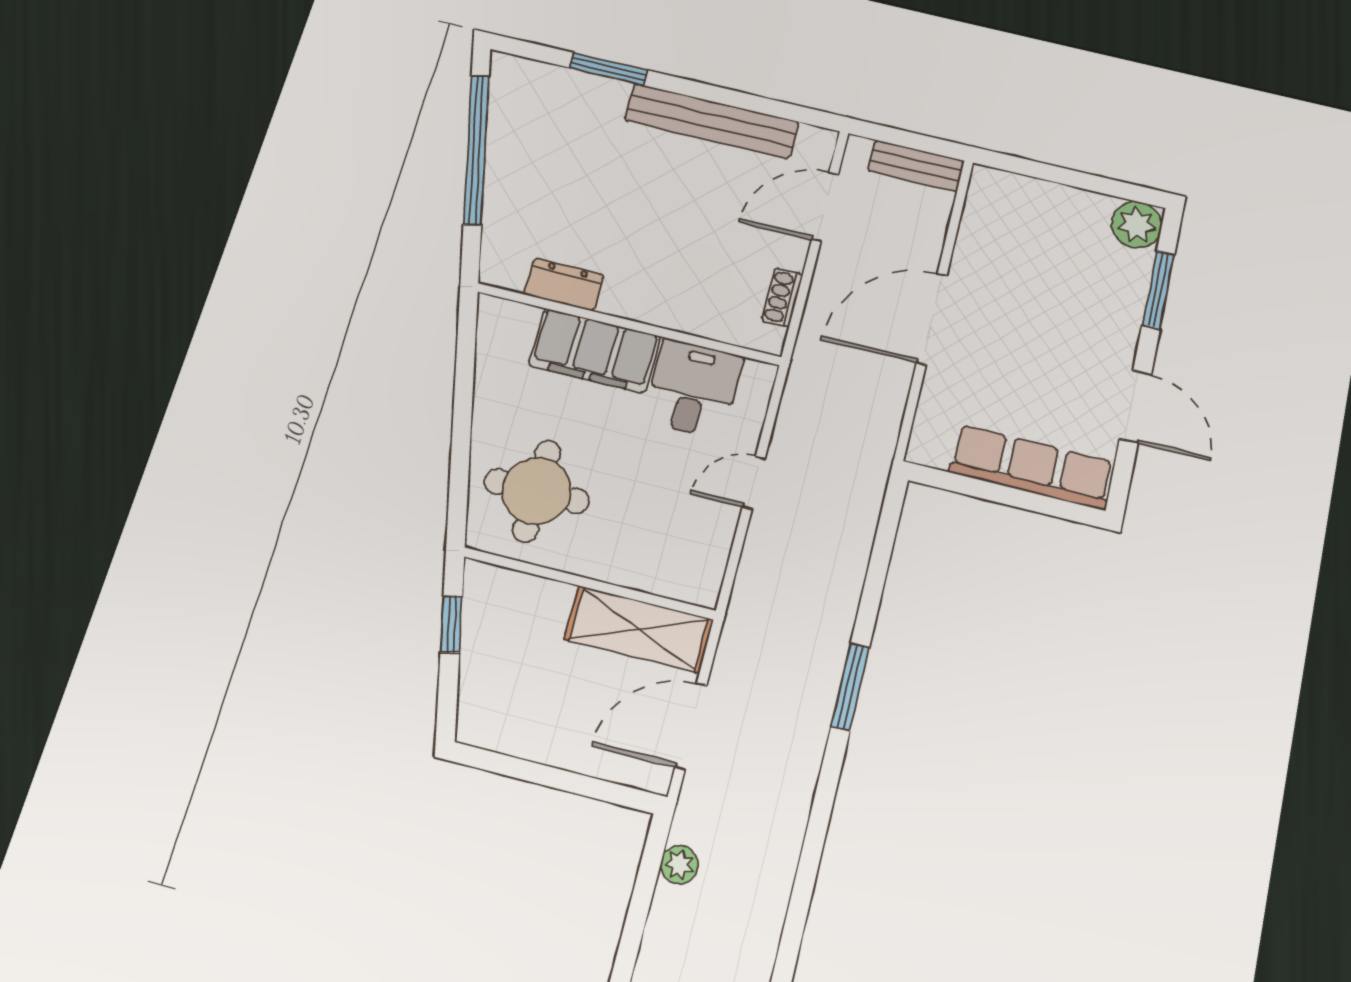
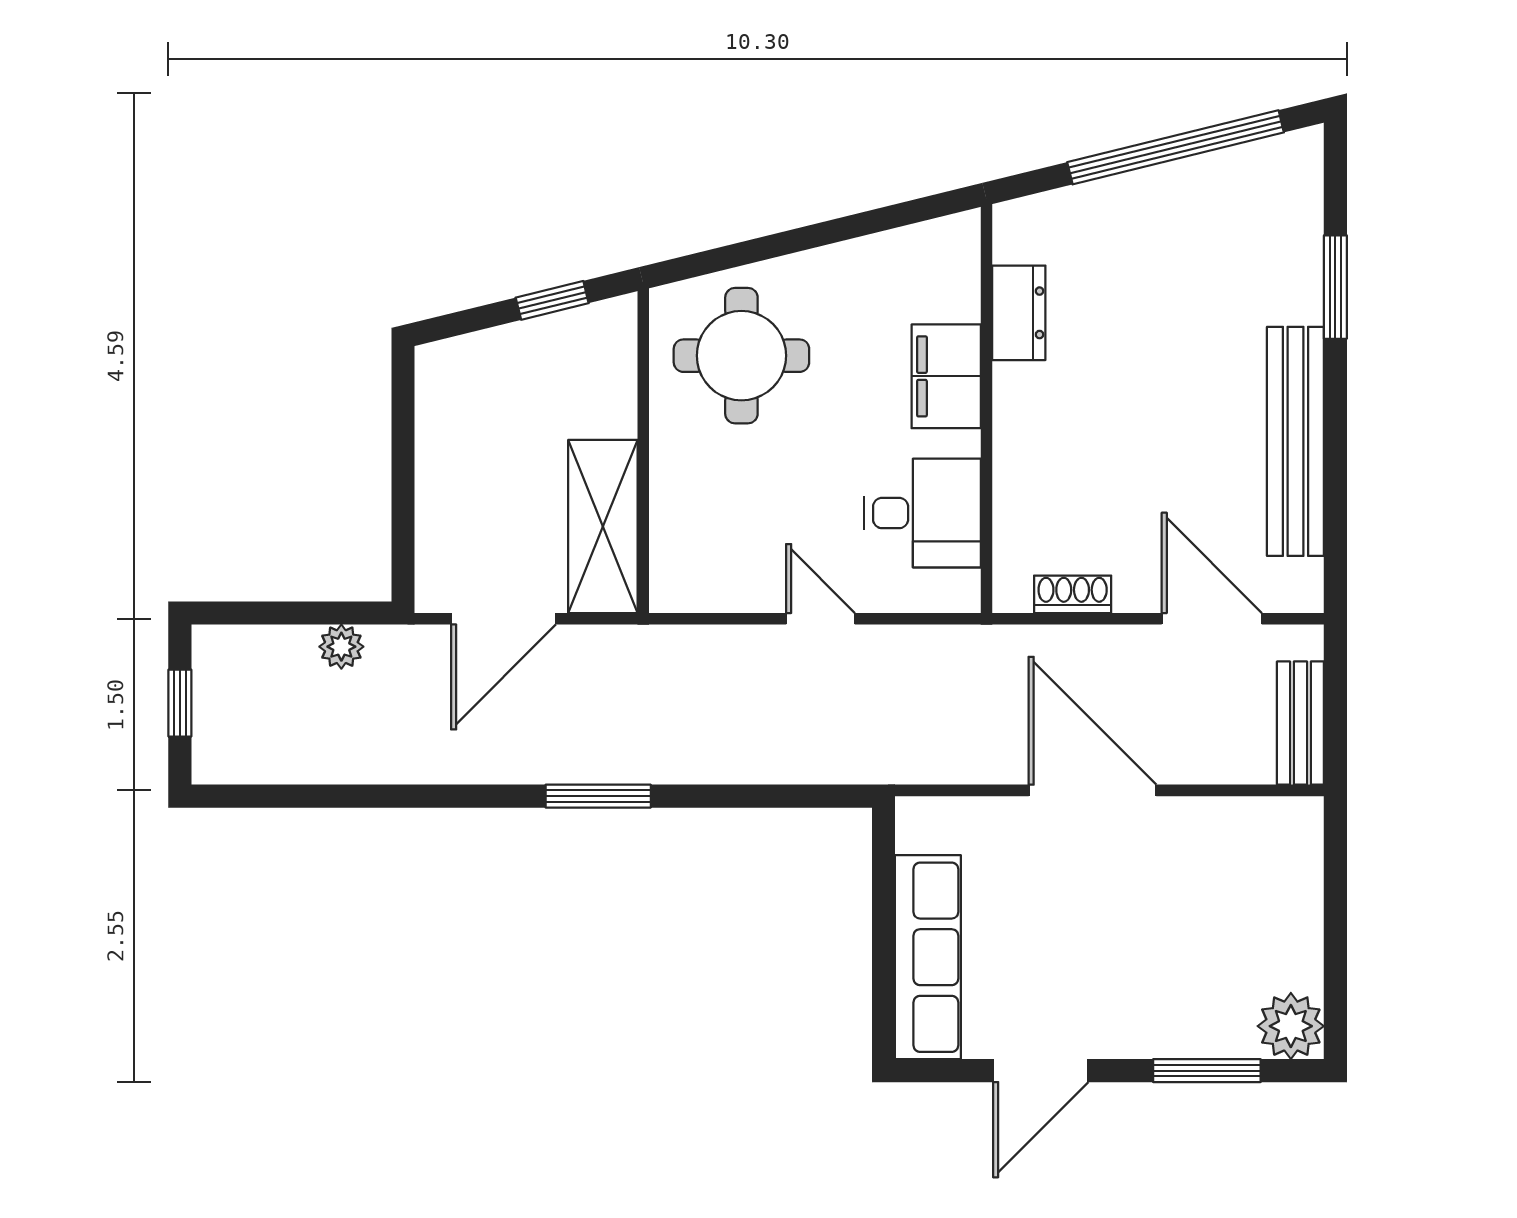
filing cabinet: (595, 351) -> (946, 376), width x0.67, depth x0.86
door: (691, 726) -> (504, 619), swing flipped

